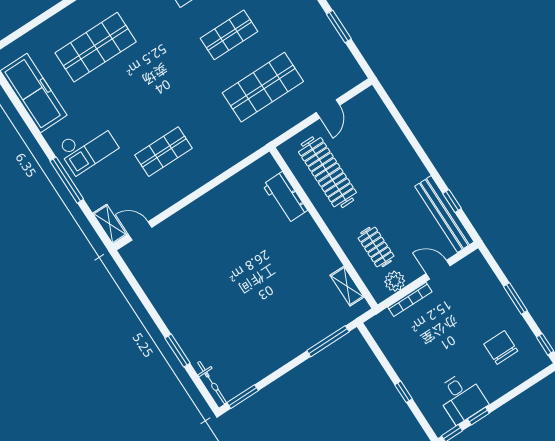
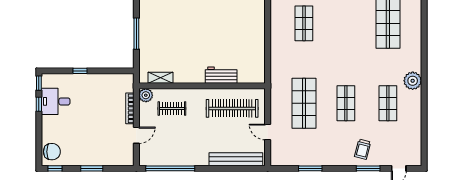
workbench: (285, 197) -> (221, 75), moved
window: (452, 201) -> (170, 168), width x3.17
bench: (444, 214) -> (236, 159), moved
plant: (395, 281) -> (146, 95), moved
window: (328, 341) -> (136, 34), moved
chair: (501, 347) -> (52, 152), moved

